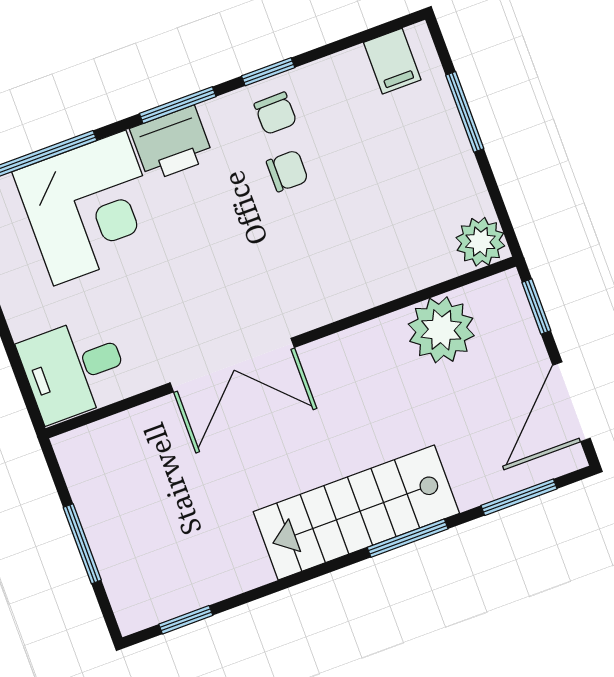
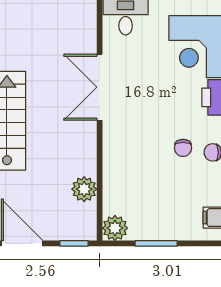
window: (465, 112) -> (156, 243), moved
plant: (441, 330) -> (84, 189), width x0.73, depth x0.73

